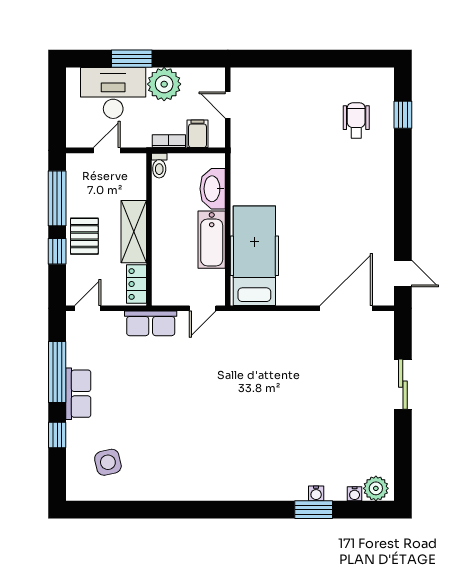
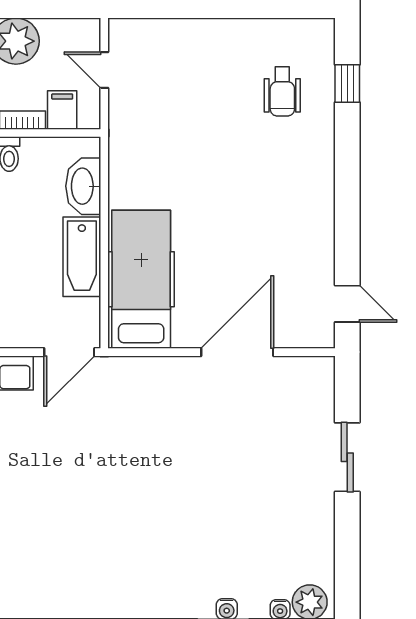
wheelchair: (356, 120) -> (282, 91), turned 180
door: (203, 308) -> (69, 352), width x1.37
door: (346, 308) -> (237, 352), moved

